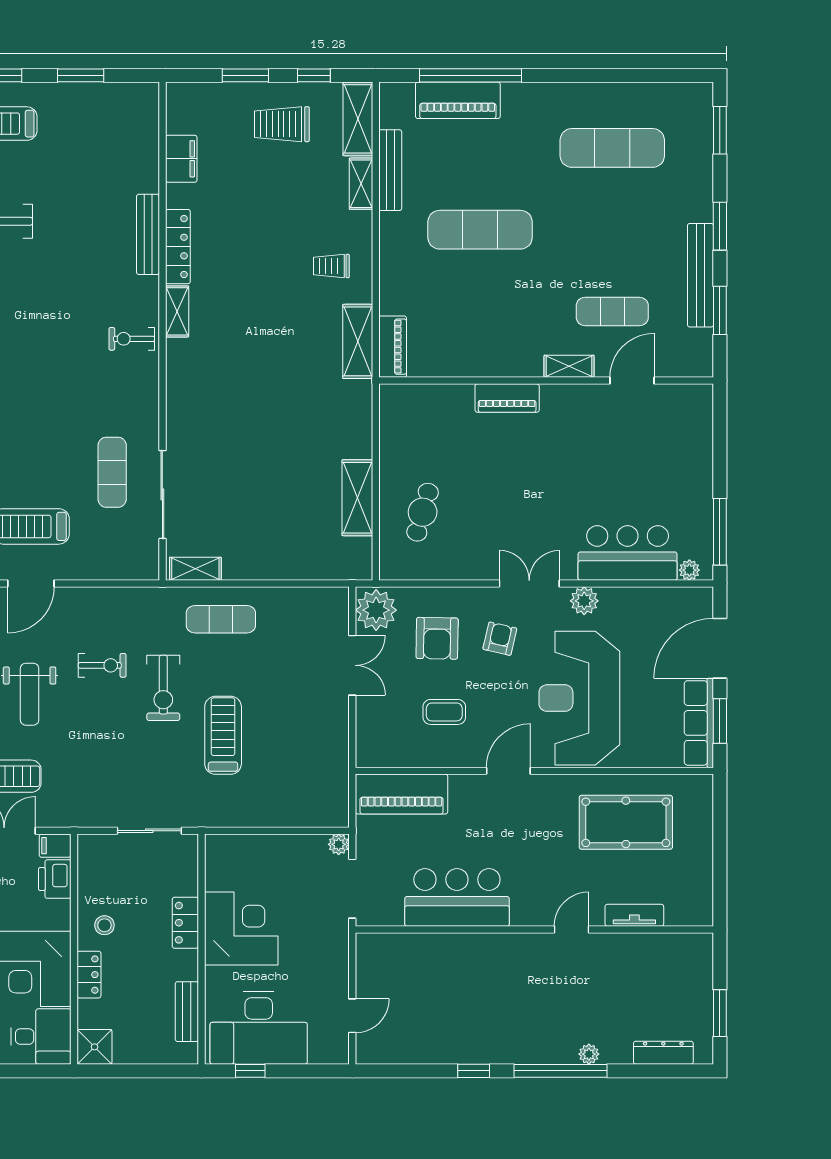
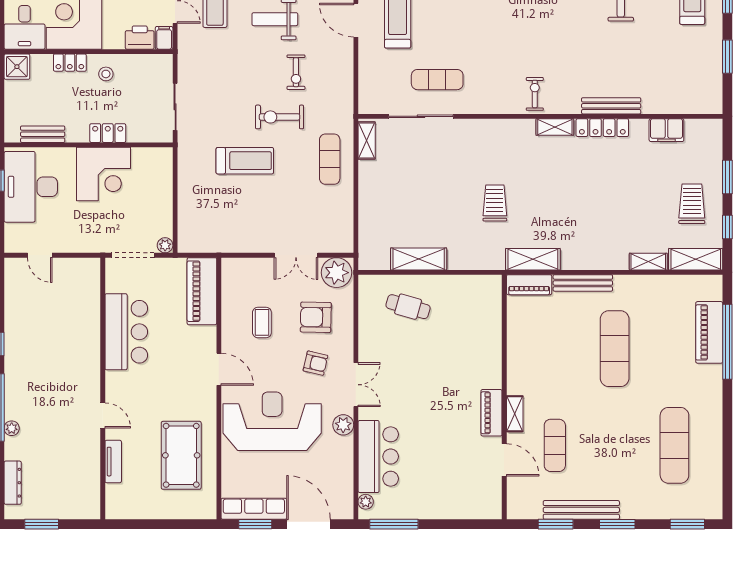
bench: (390, 170) -> (583, 283), moved
trolley: (331, 266) -> (495, 203), moved, width x1.36, depth x1.39
piano: (507, 398) -> (491, 413), moved

